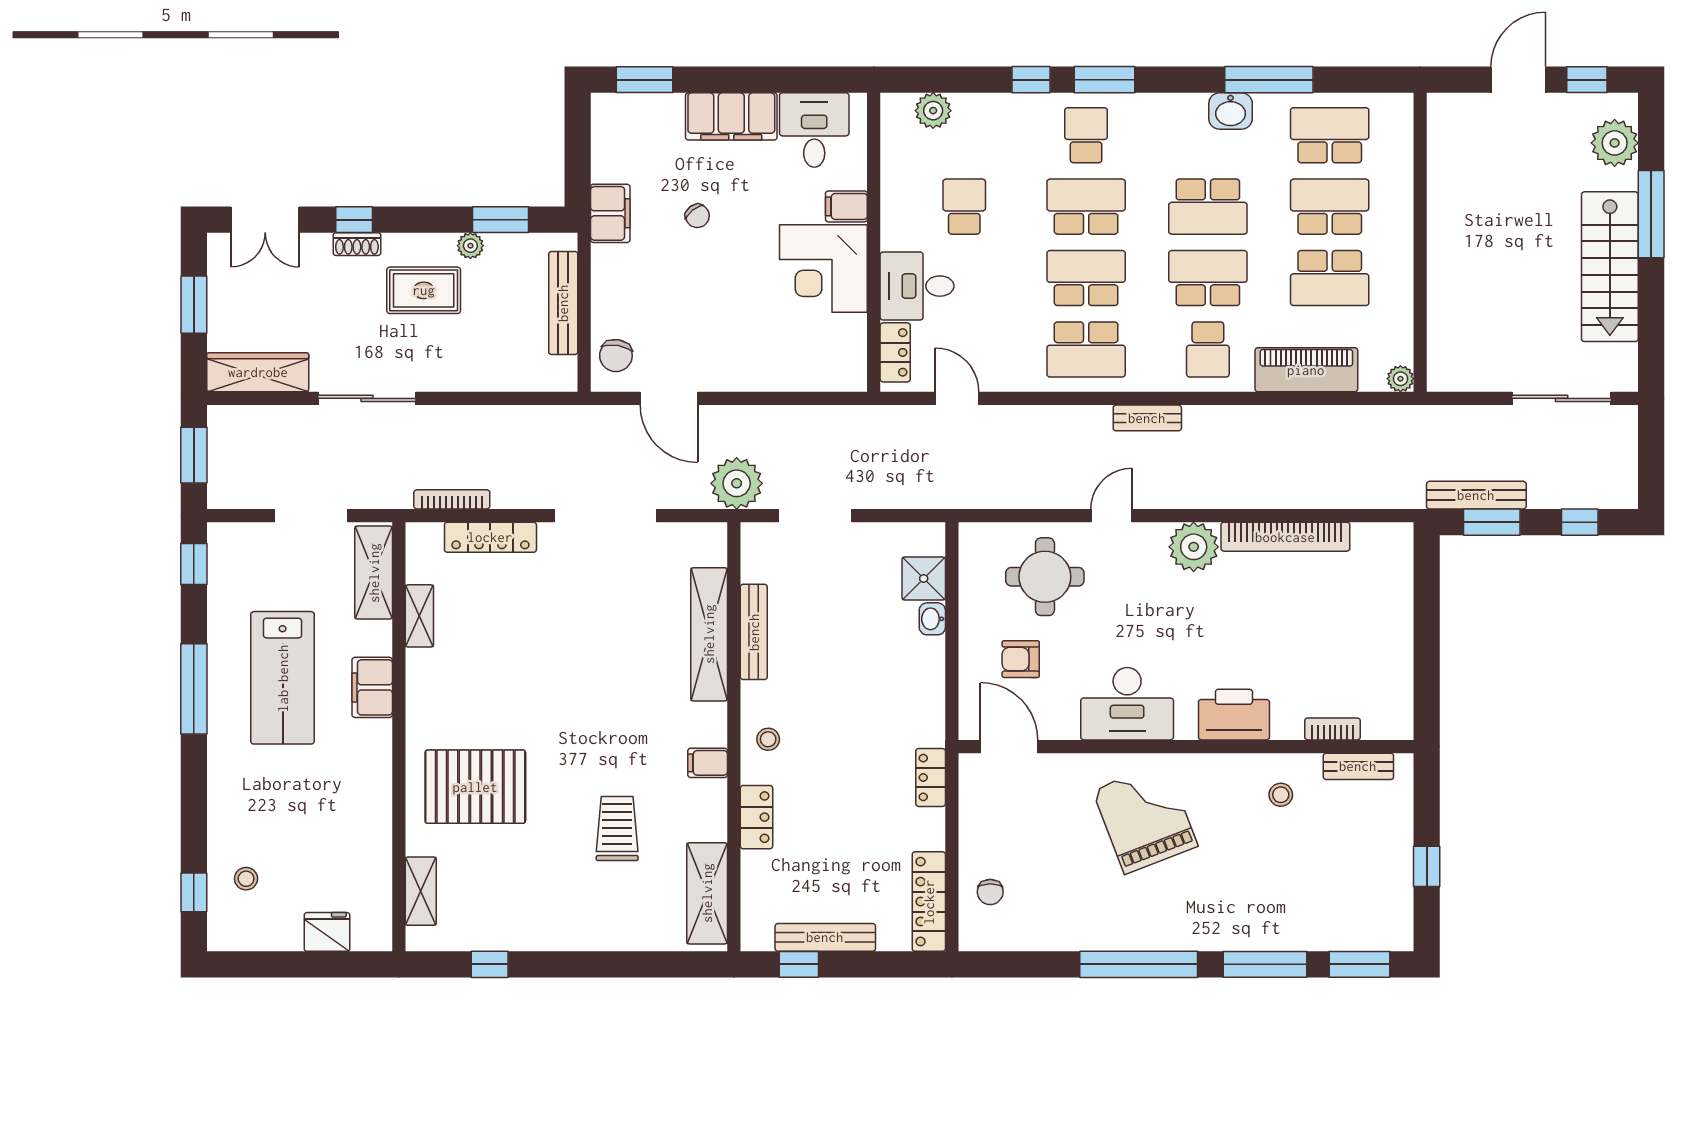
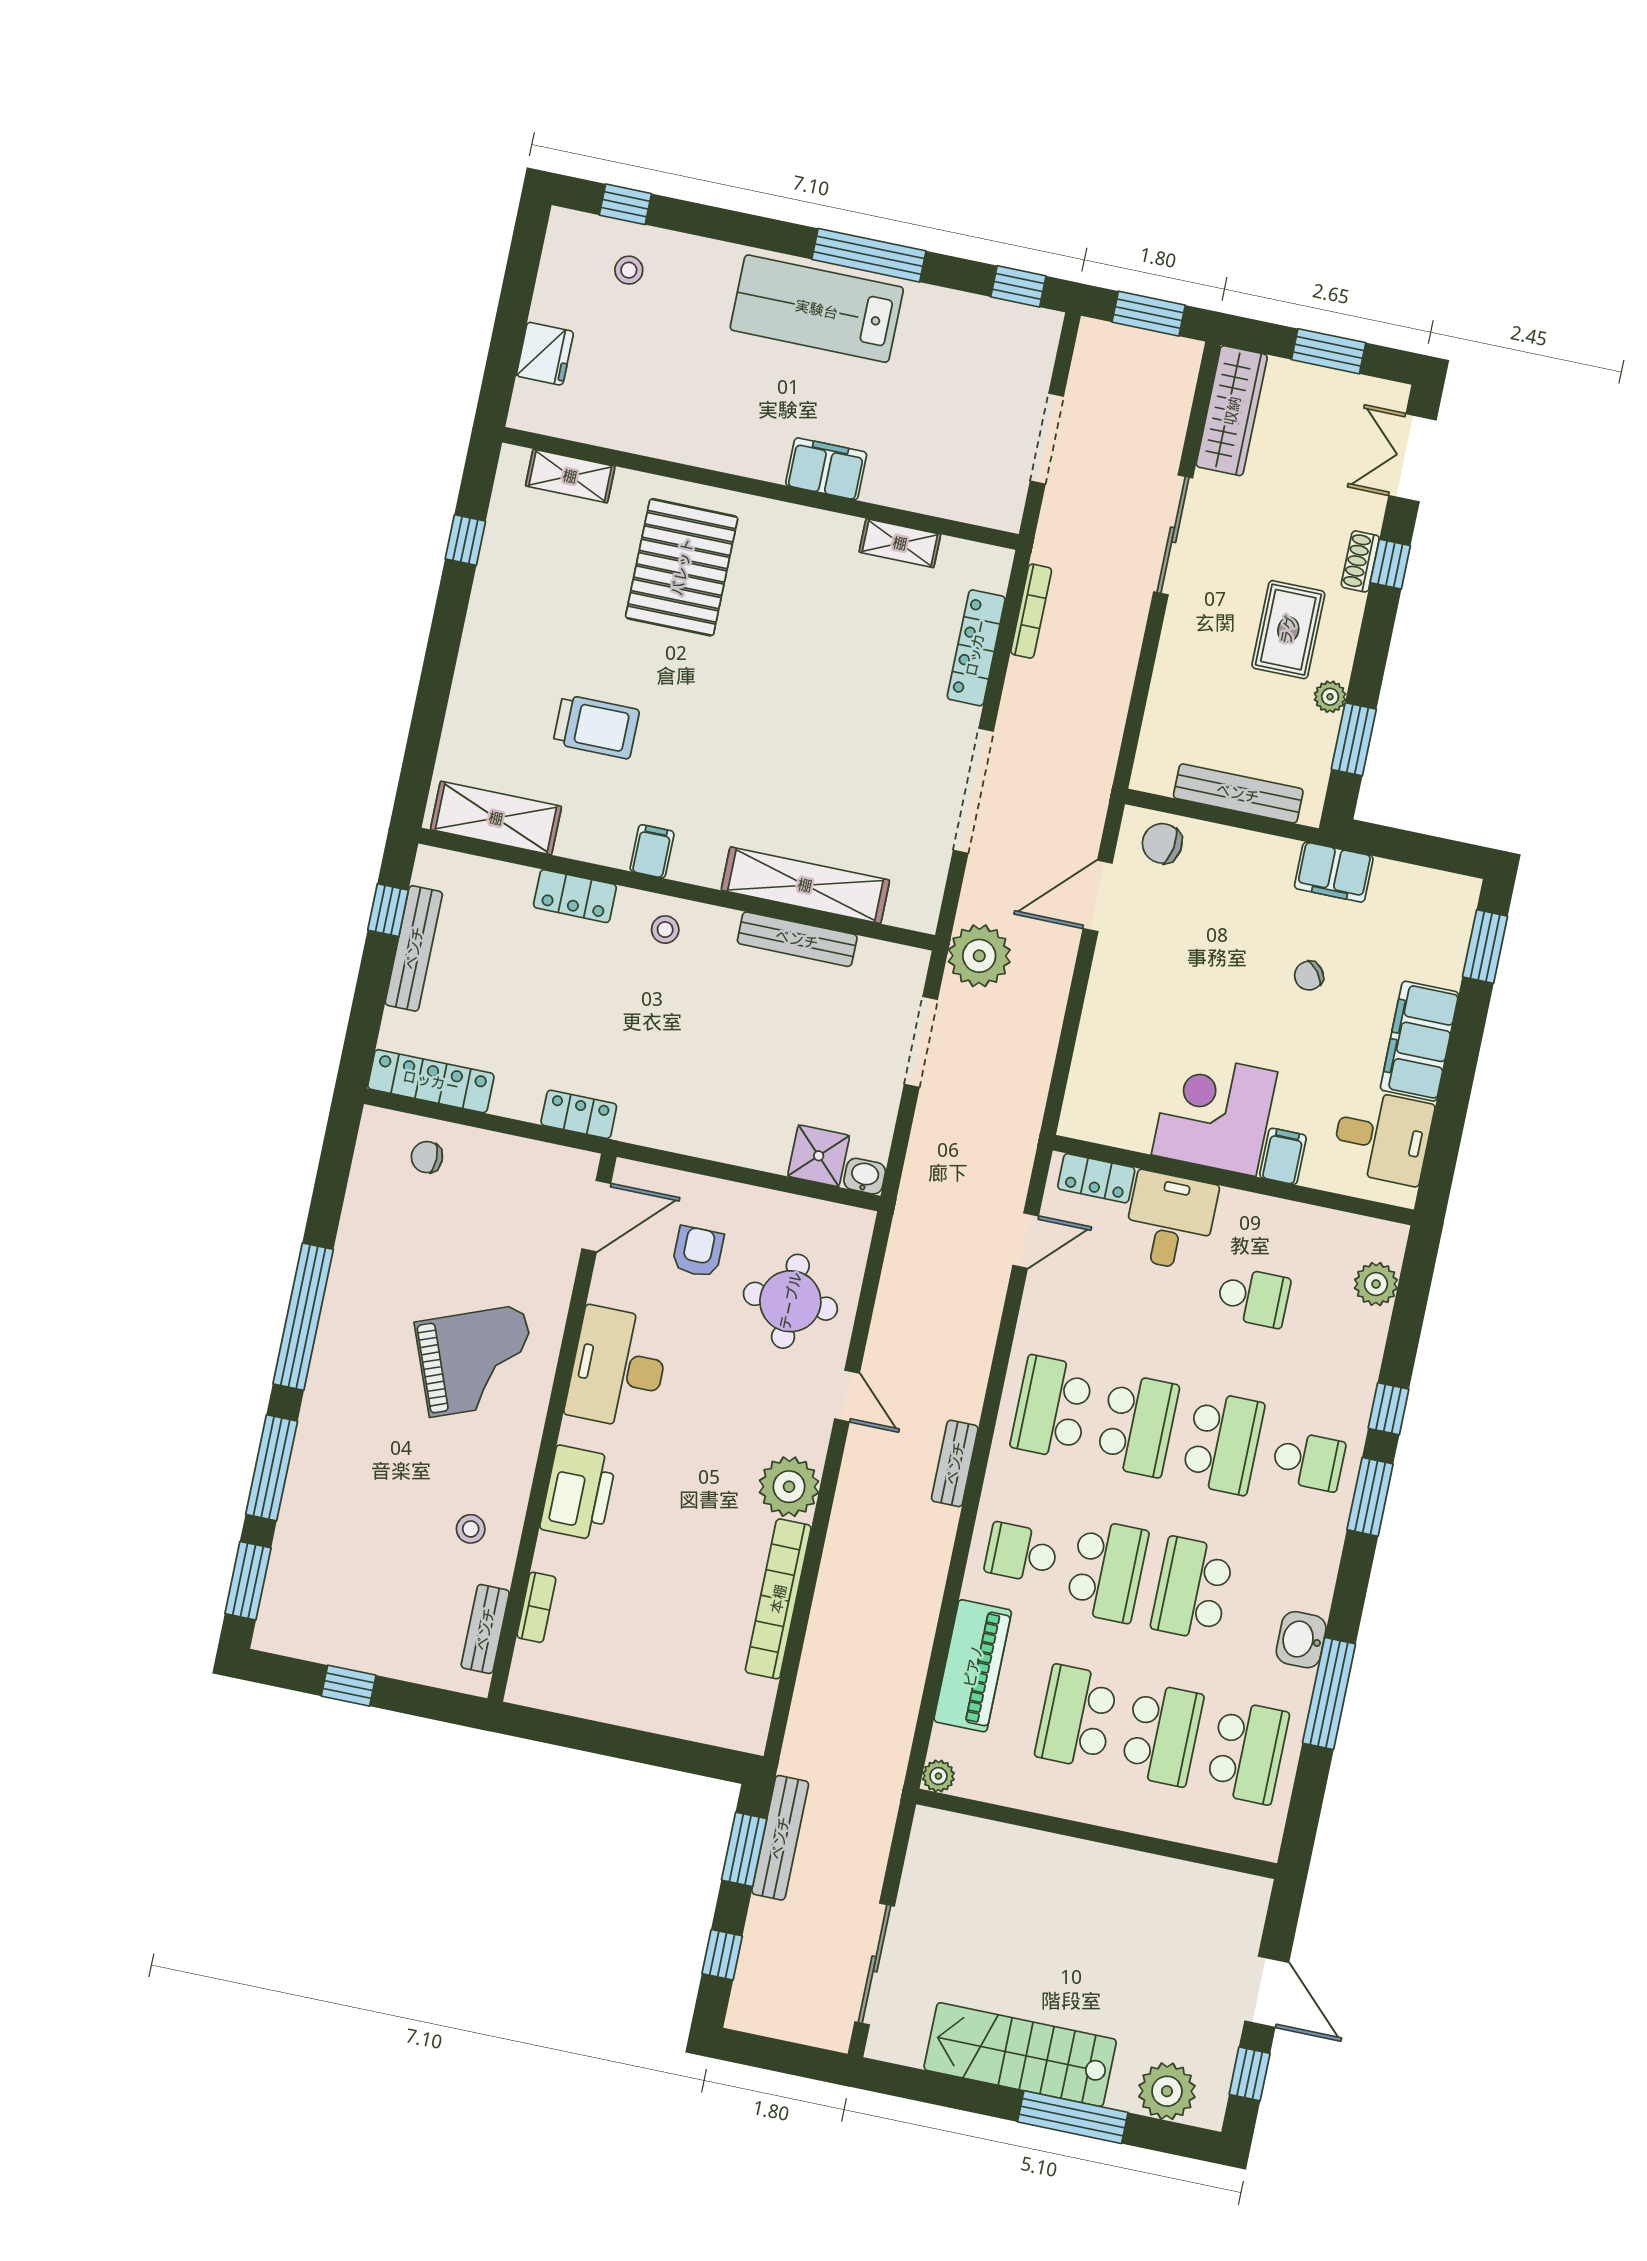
shelving: (374, 573) -> (963, 499), removed
washbasin: (932, 619) -> (865, 1176), moved
lab bench: (283, 678) -> (817, 309), moved

